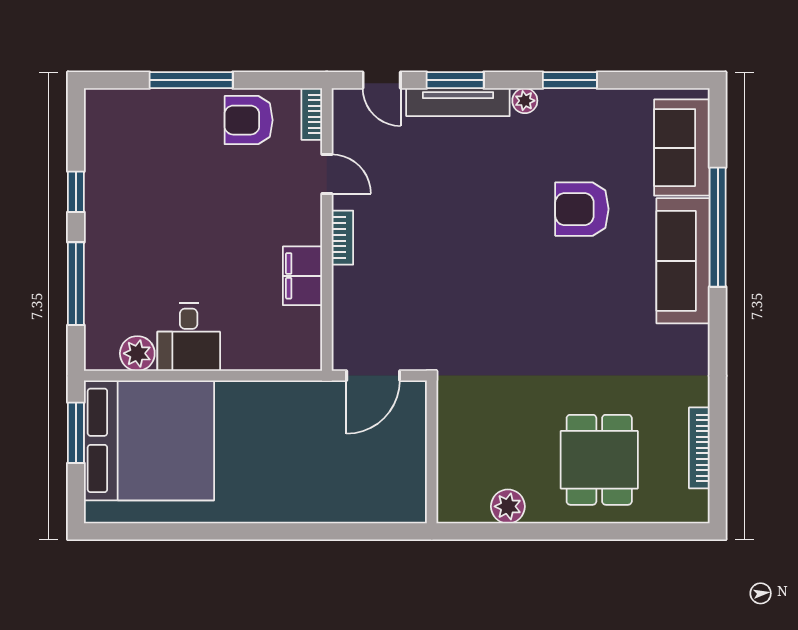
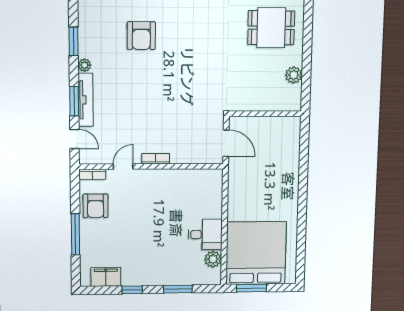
door: (382, 80) -> (74, 139), hinge flipped
filing cabinet: (302, 276) -> (106, 277), moved, turned 180
window: (76, 284) -> (178, 289), width x0.69

